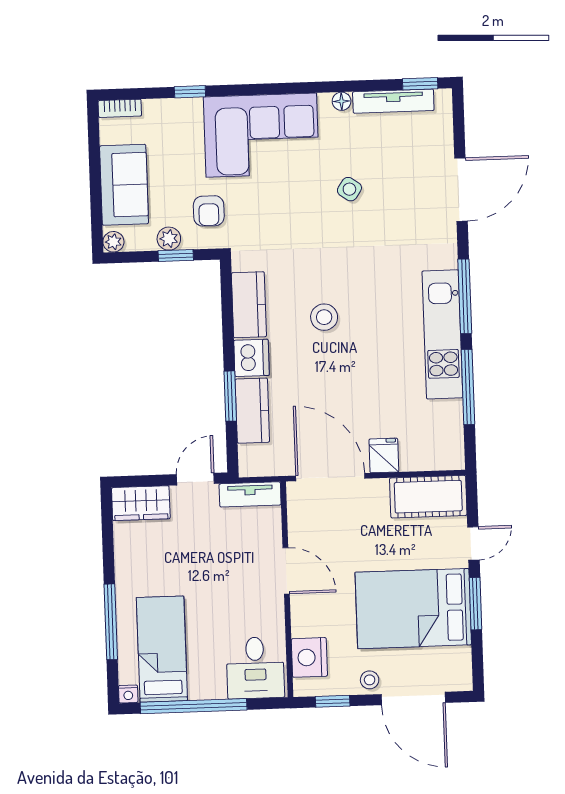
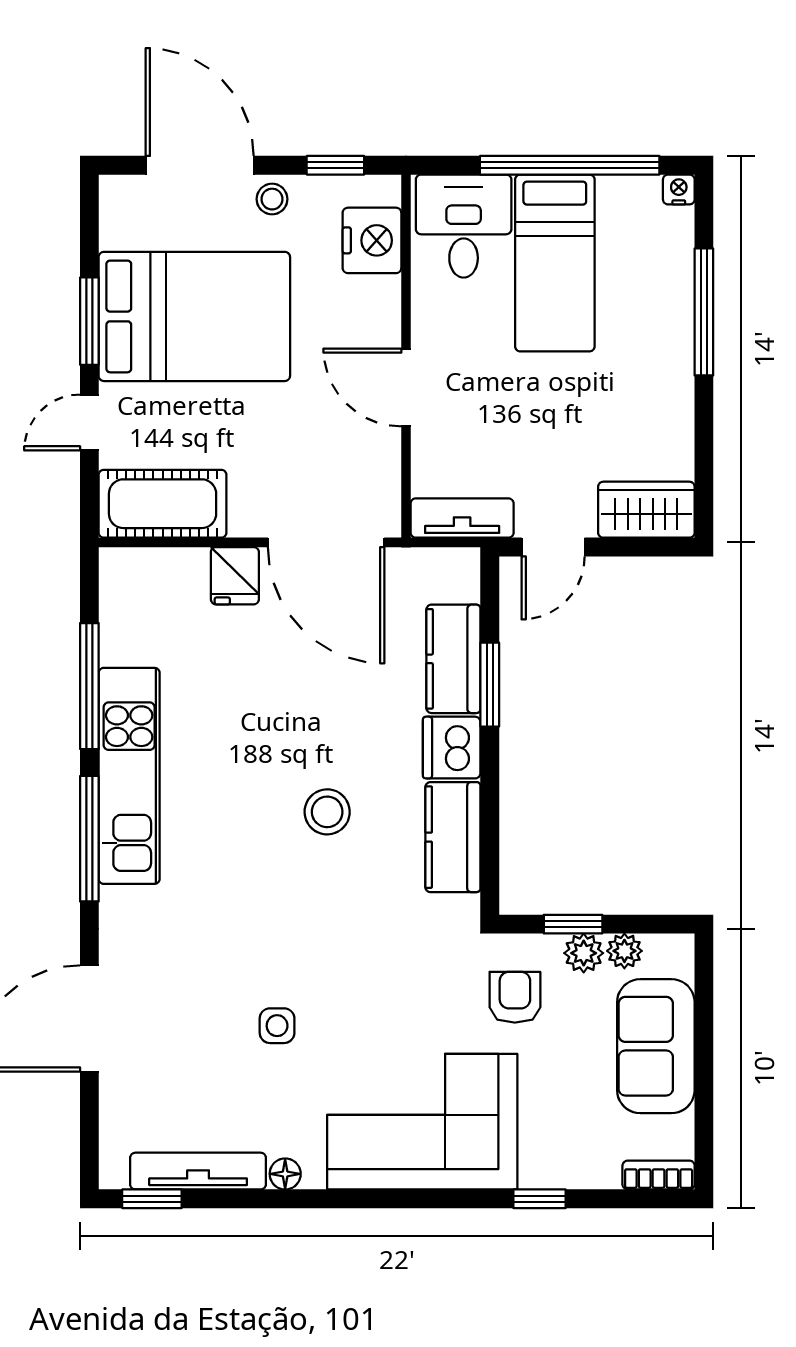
side table: (349, 189) -> (277, 1026), turned -34
plant: (113, 242) -> (624, 951), moved
bed: (162, 649) -> (555, 263), moved

